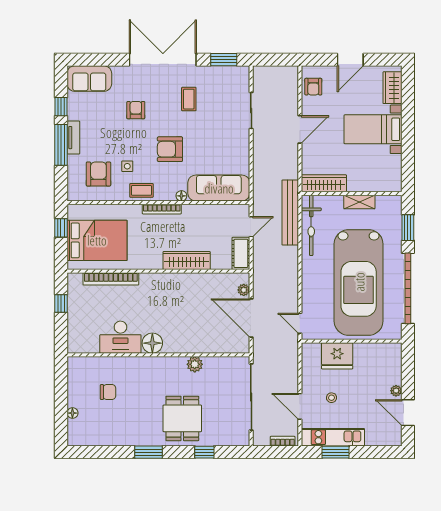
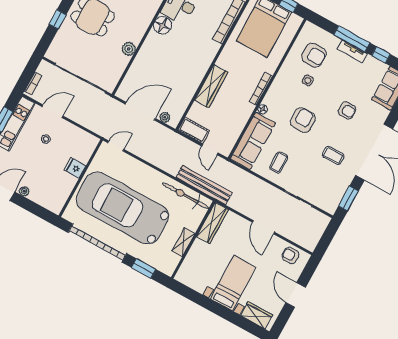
coffee table: (141, 190) -> (279, 162), moved
fridge: (337, 356) -> (75, 168), width x0.53, depth x0.75

